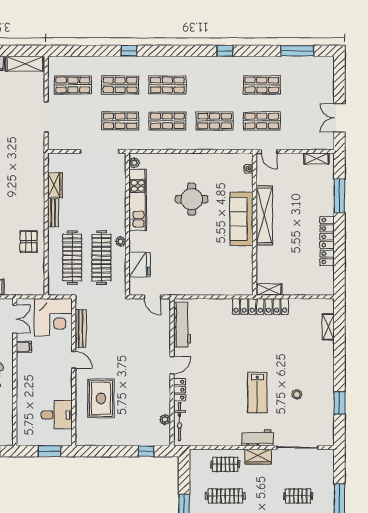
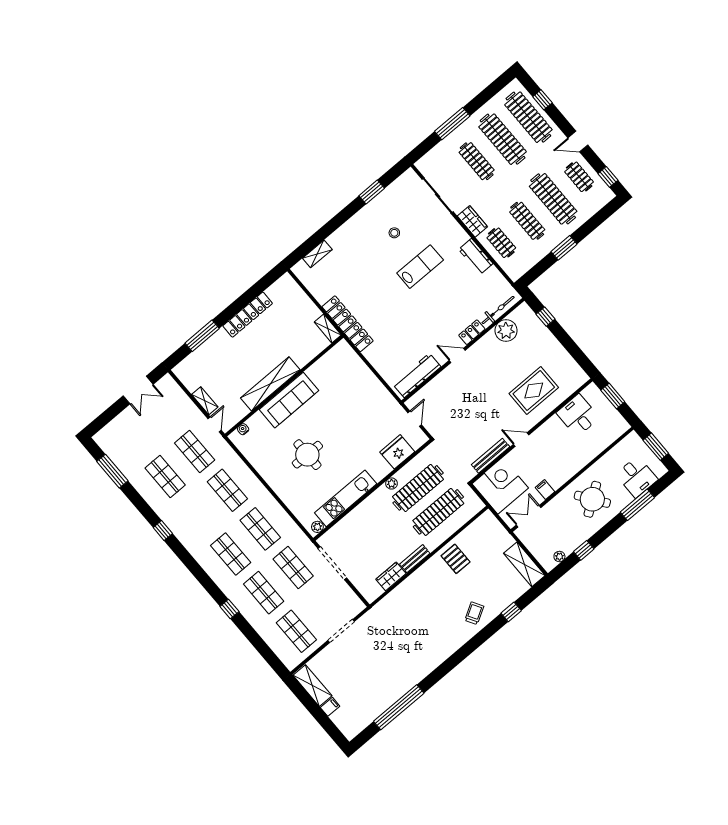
shelving: (316, 159) -> (205, 401), moved
pallet: (28, 242) -> (456, 559), turned 90
door: (74, 360) -> (521, 440), hinge flipped
plant: (165, 420) -> (506, 331), width x1.87, depth x1.87
workbench: (258, 438) -> (476, 257), moved
clothes rail: (298, 496) -> (477, 161), width x1.36

